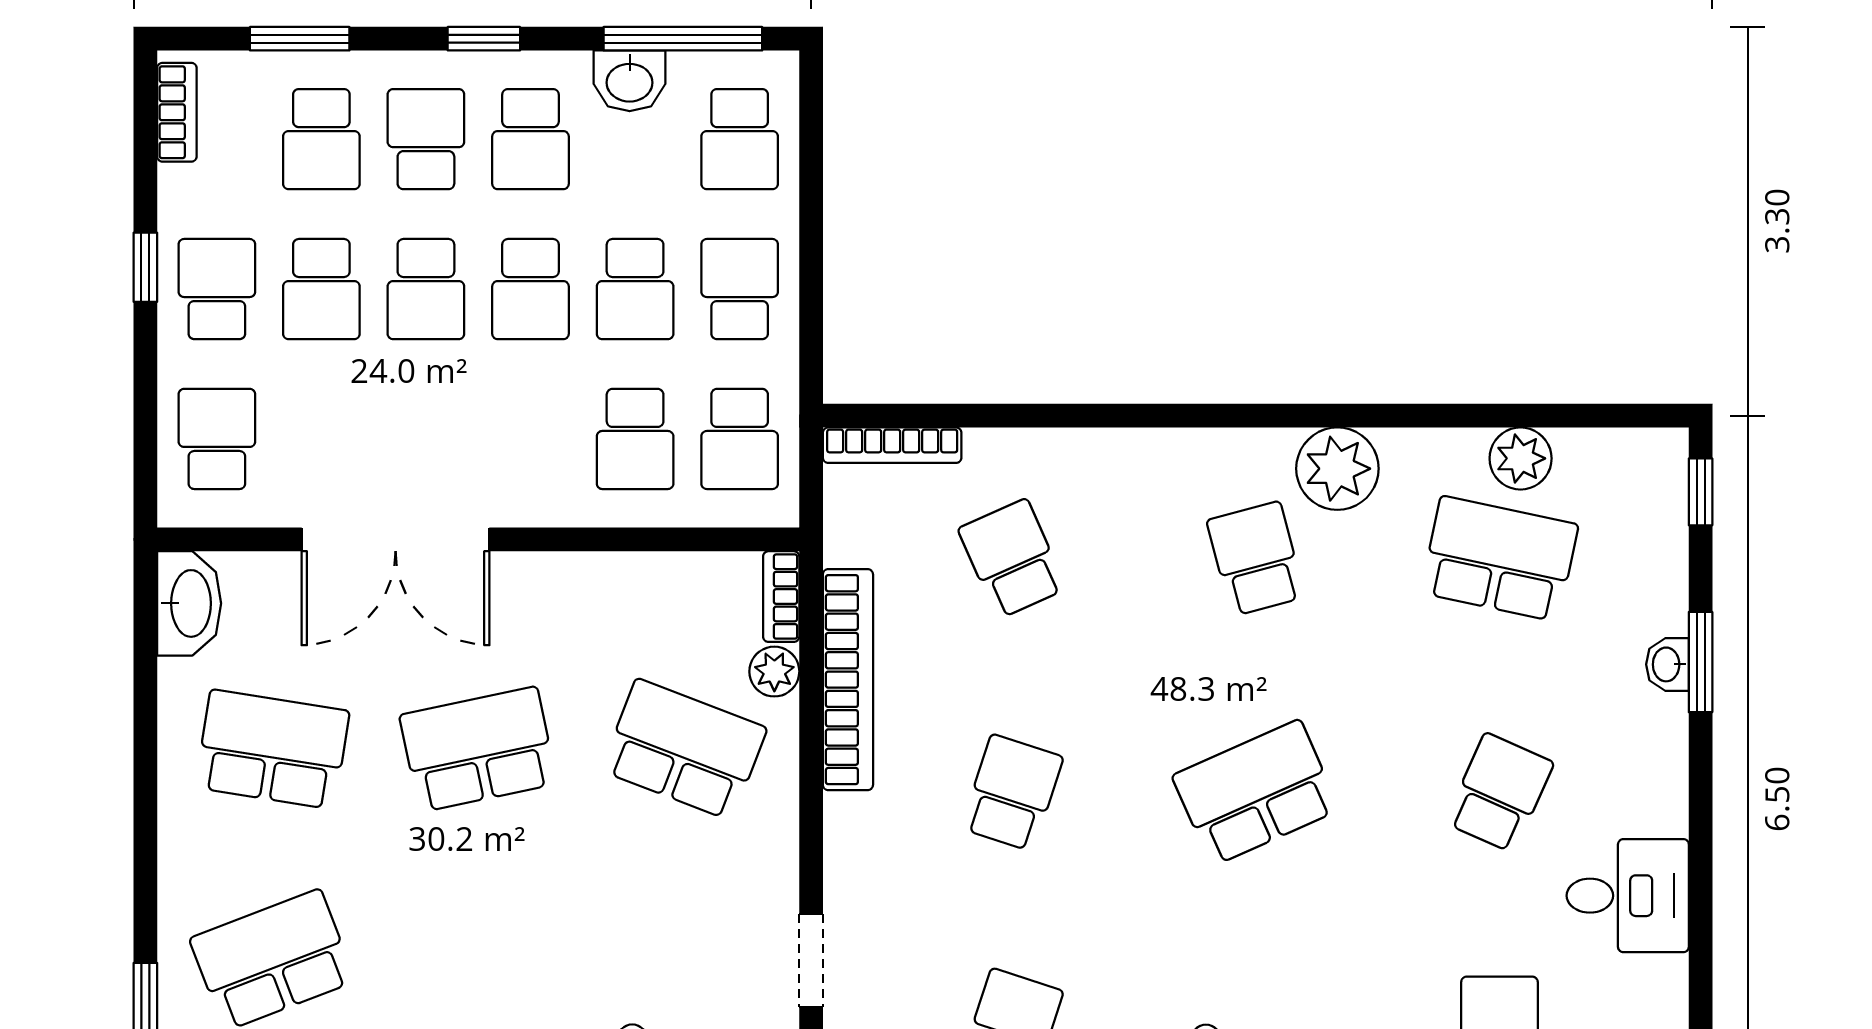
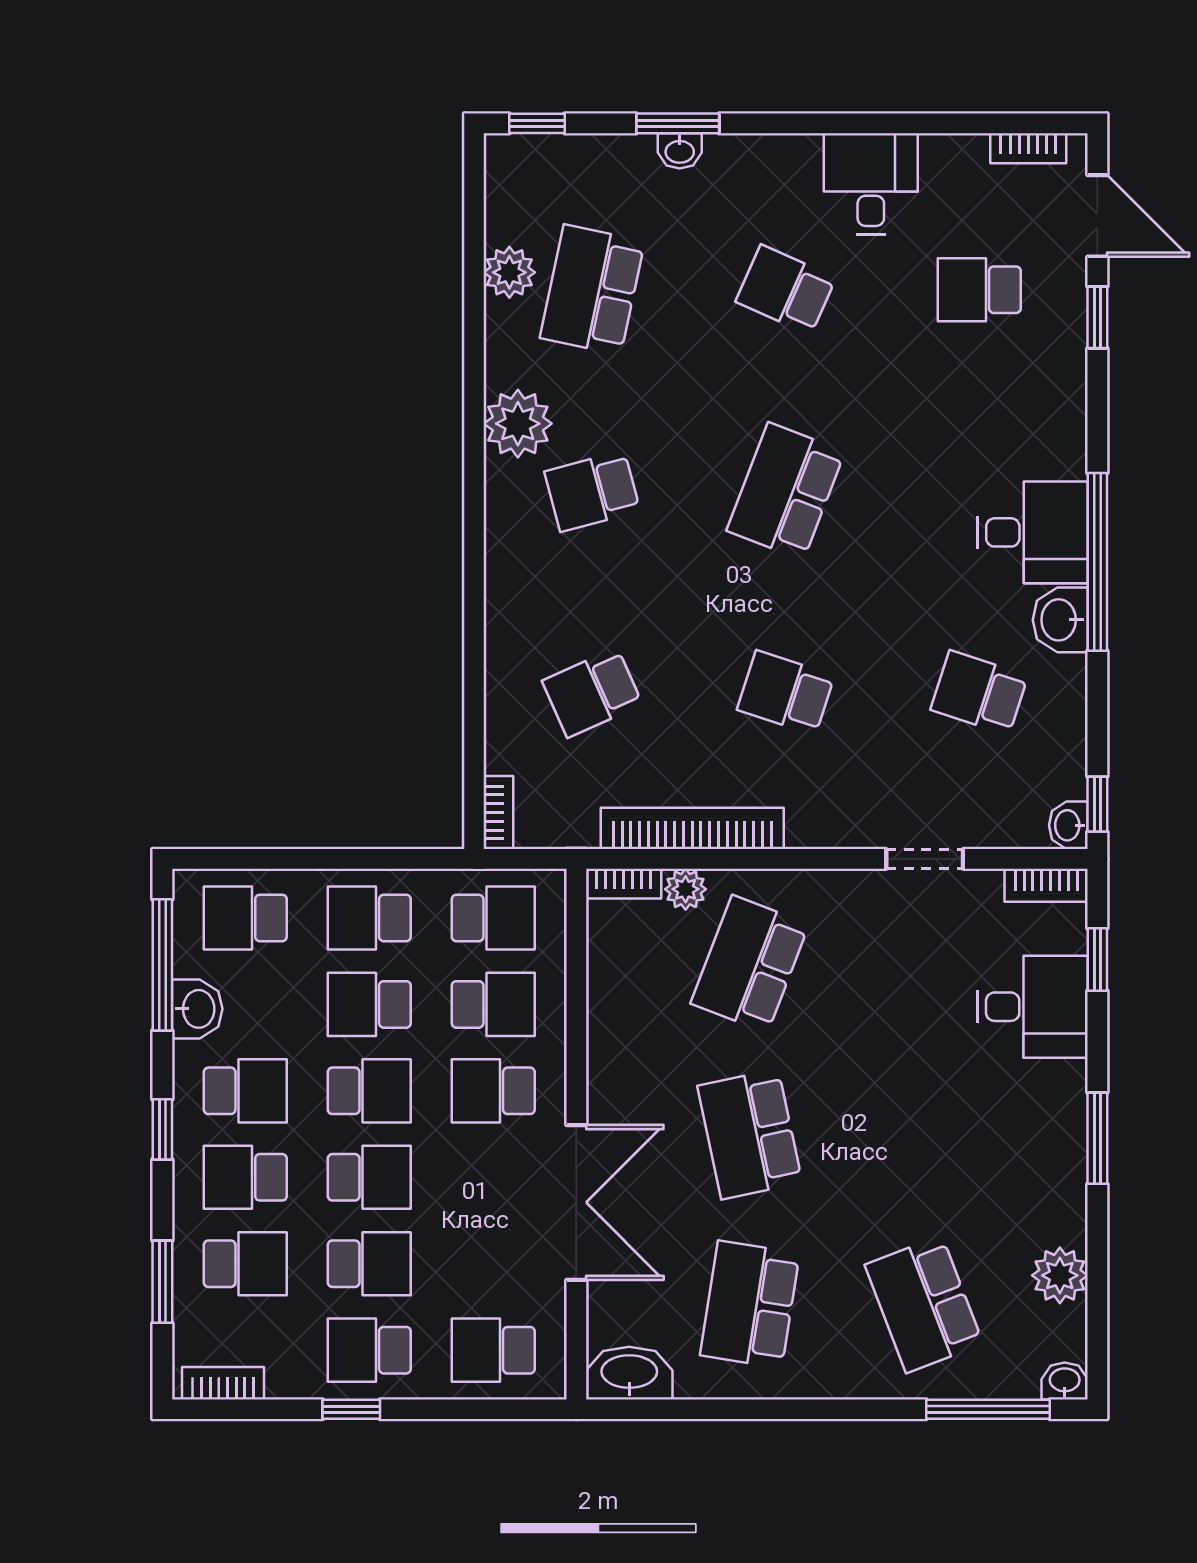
school desk: (740, 139) -> (245, 918), turned 180
school desk: (635, 289) -> (369, 1004), turned 180
school desk: (531, 439) -> (493, 1091), added
bookcase: (892, 445) -> (498, 812), width x0.64
school desk: (1256, 793) -> (786, 491), turned 45

